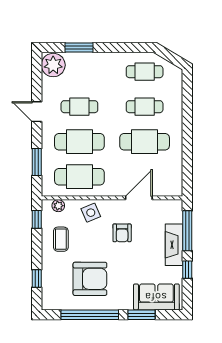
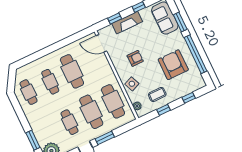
window: (37, 162) -> (105, 138), moved
door: (139, 198) -> (101, 43), moved
window: (37, 219) -> (164, 110), moved
window: (187, 231) -> (115, 19), width x0.46

